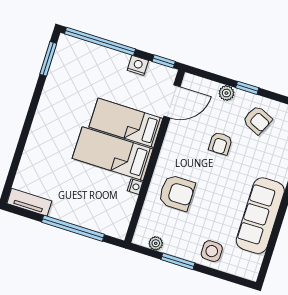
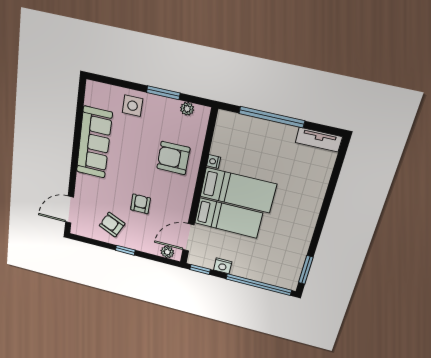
plant: (226, 93) -> (167, 252), moved

